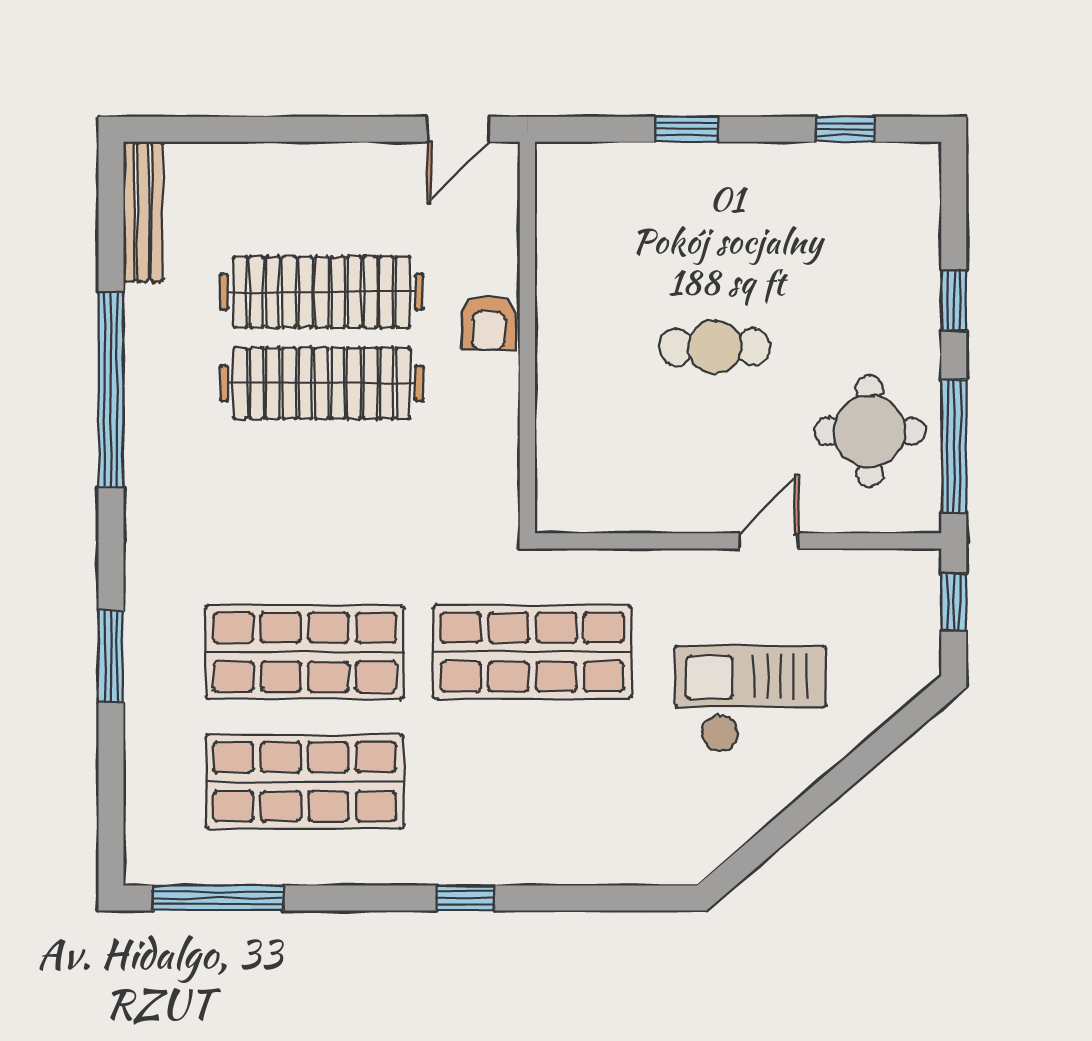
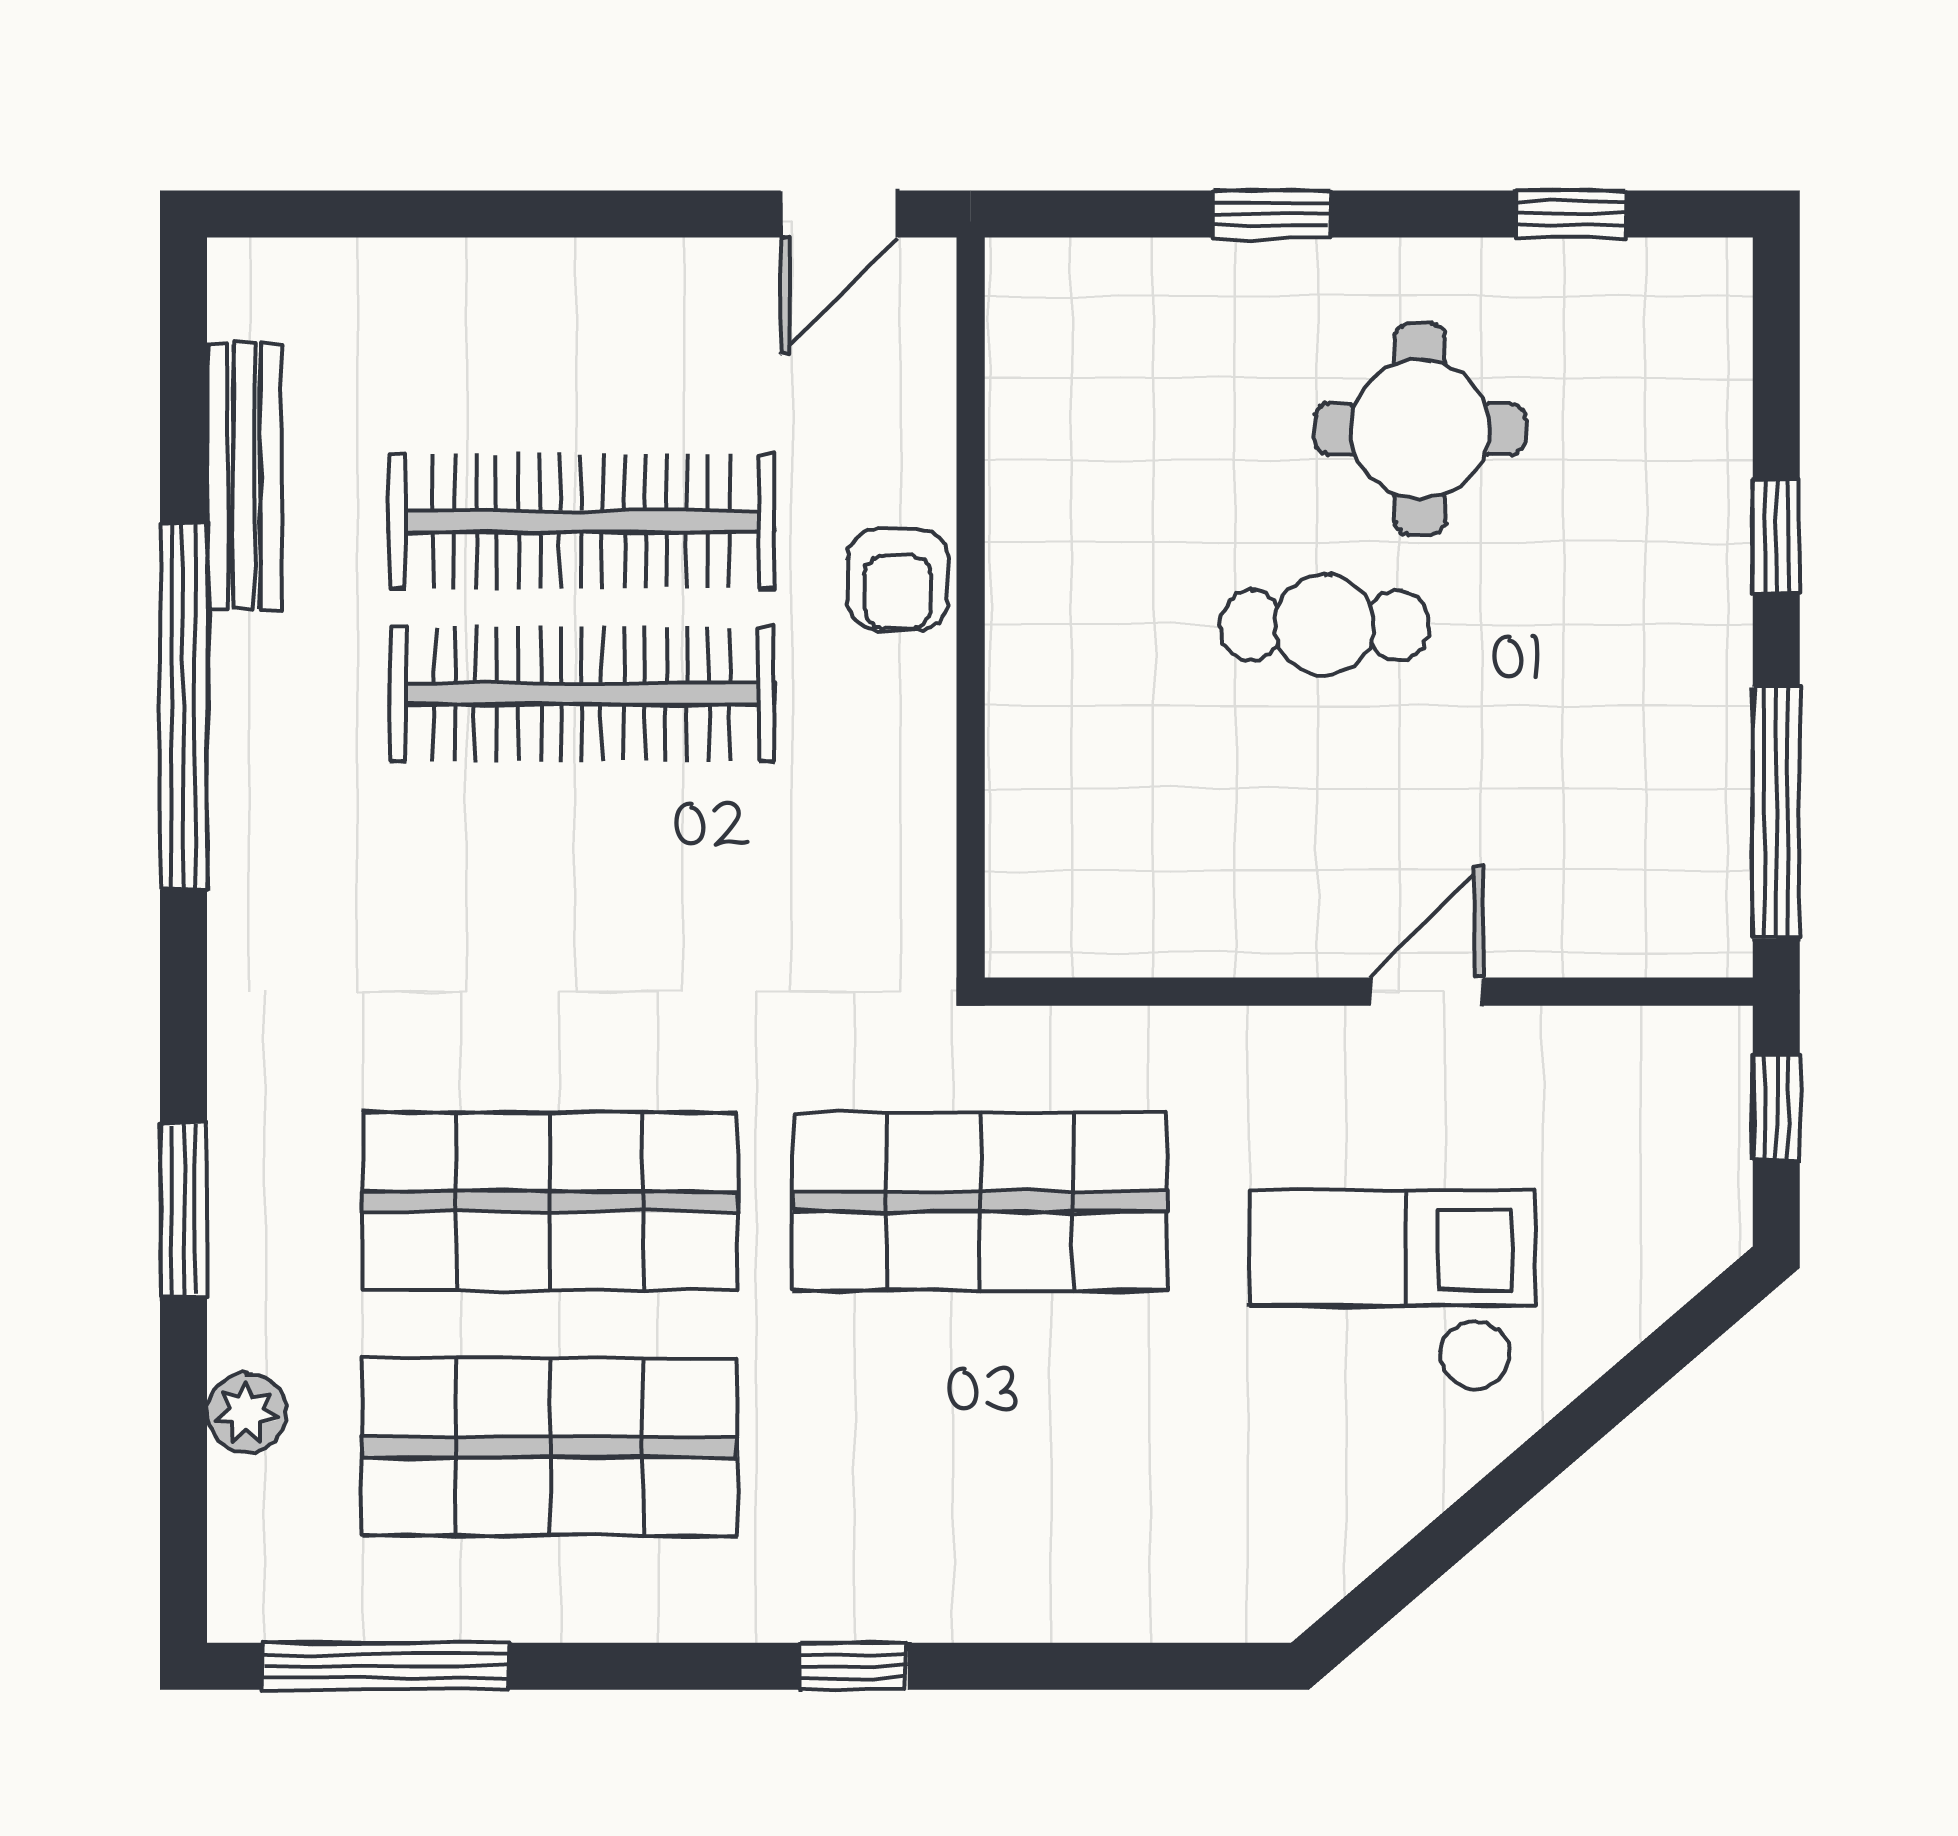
bench: (143, 212) -> (244, 477), moved
round table: (870, 431) -> (1420, 429), moved
plant: (144, 764) -> (247, 1413), added

